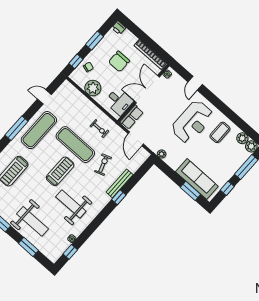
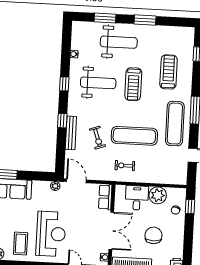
window: (94, 40) -> (188, 237), removed
desk: (119, 101) -> (137, 198), moved, turned 90
reception desk: (192, 122) -> (51, 234), turned 180
door: (136, 139) -> (76, 181), moved
treadmill: (60, 171) -> (133, 84), moved
weight bench: (32, 221) -> (119, 42), turned 180
window: (70, 252) -> (64, 84), moved

